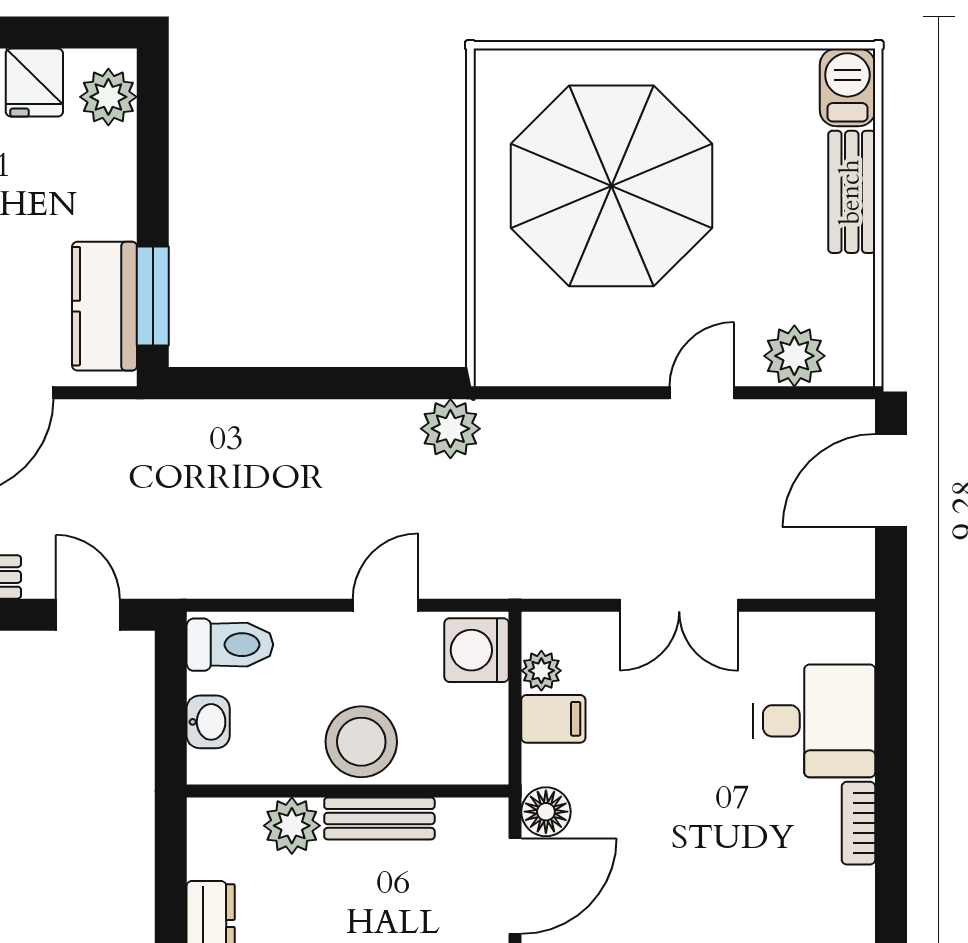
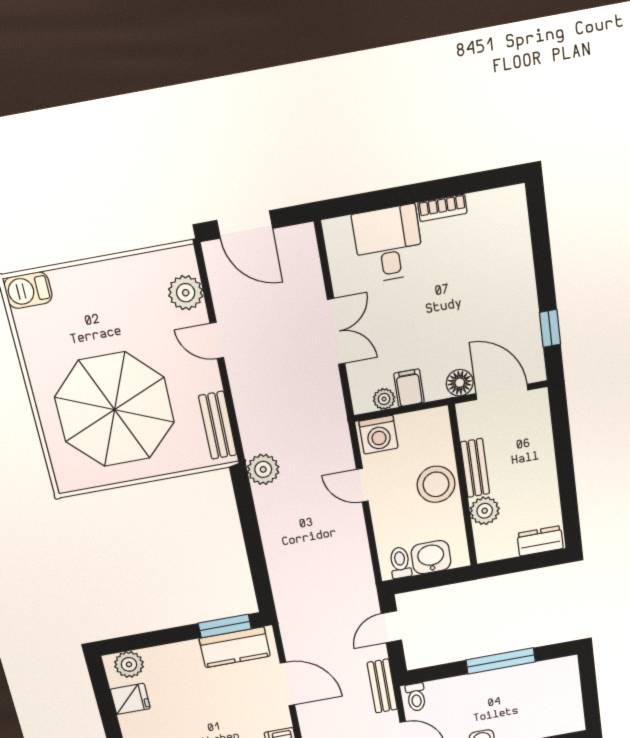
bench: (852, 192) -> (218, 425), moved, turned 90
toilet: (230, 645) -> (400, 563), width x0.73, depth x0.72
washbasin: (208, 722) -> (431, 557), width x1.38, depth x1.45

